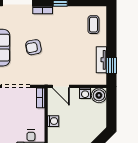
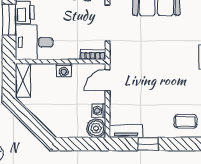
armchair: (33, 47) -> (157, 46), removed
tv unit: (101, 60) -> (126, 131), moved
window: (111, 66) -> (148, 144), moved

